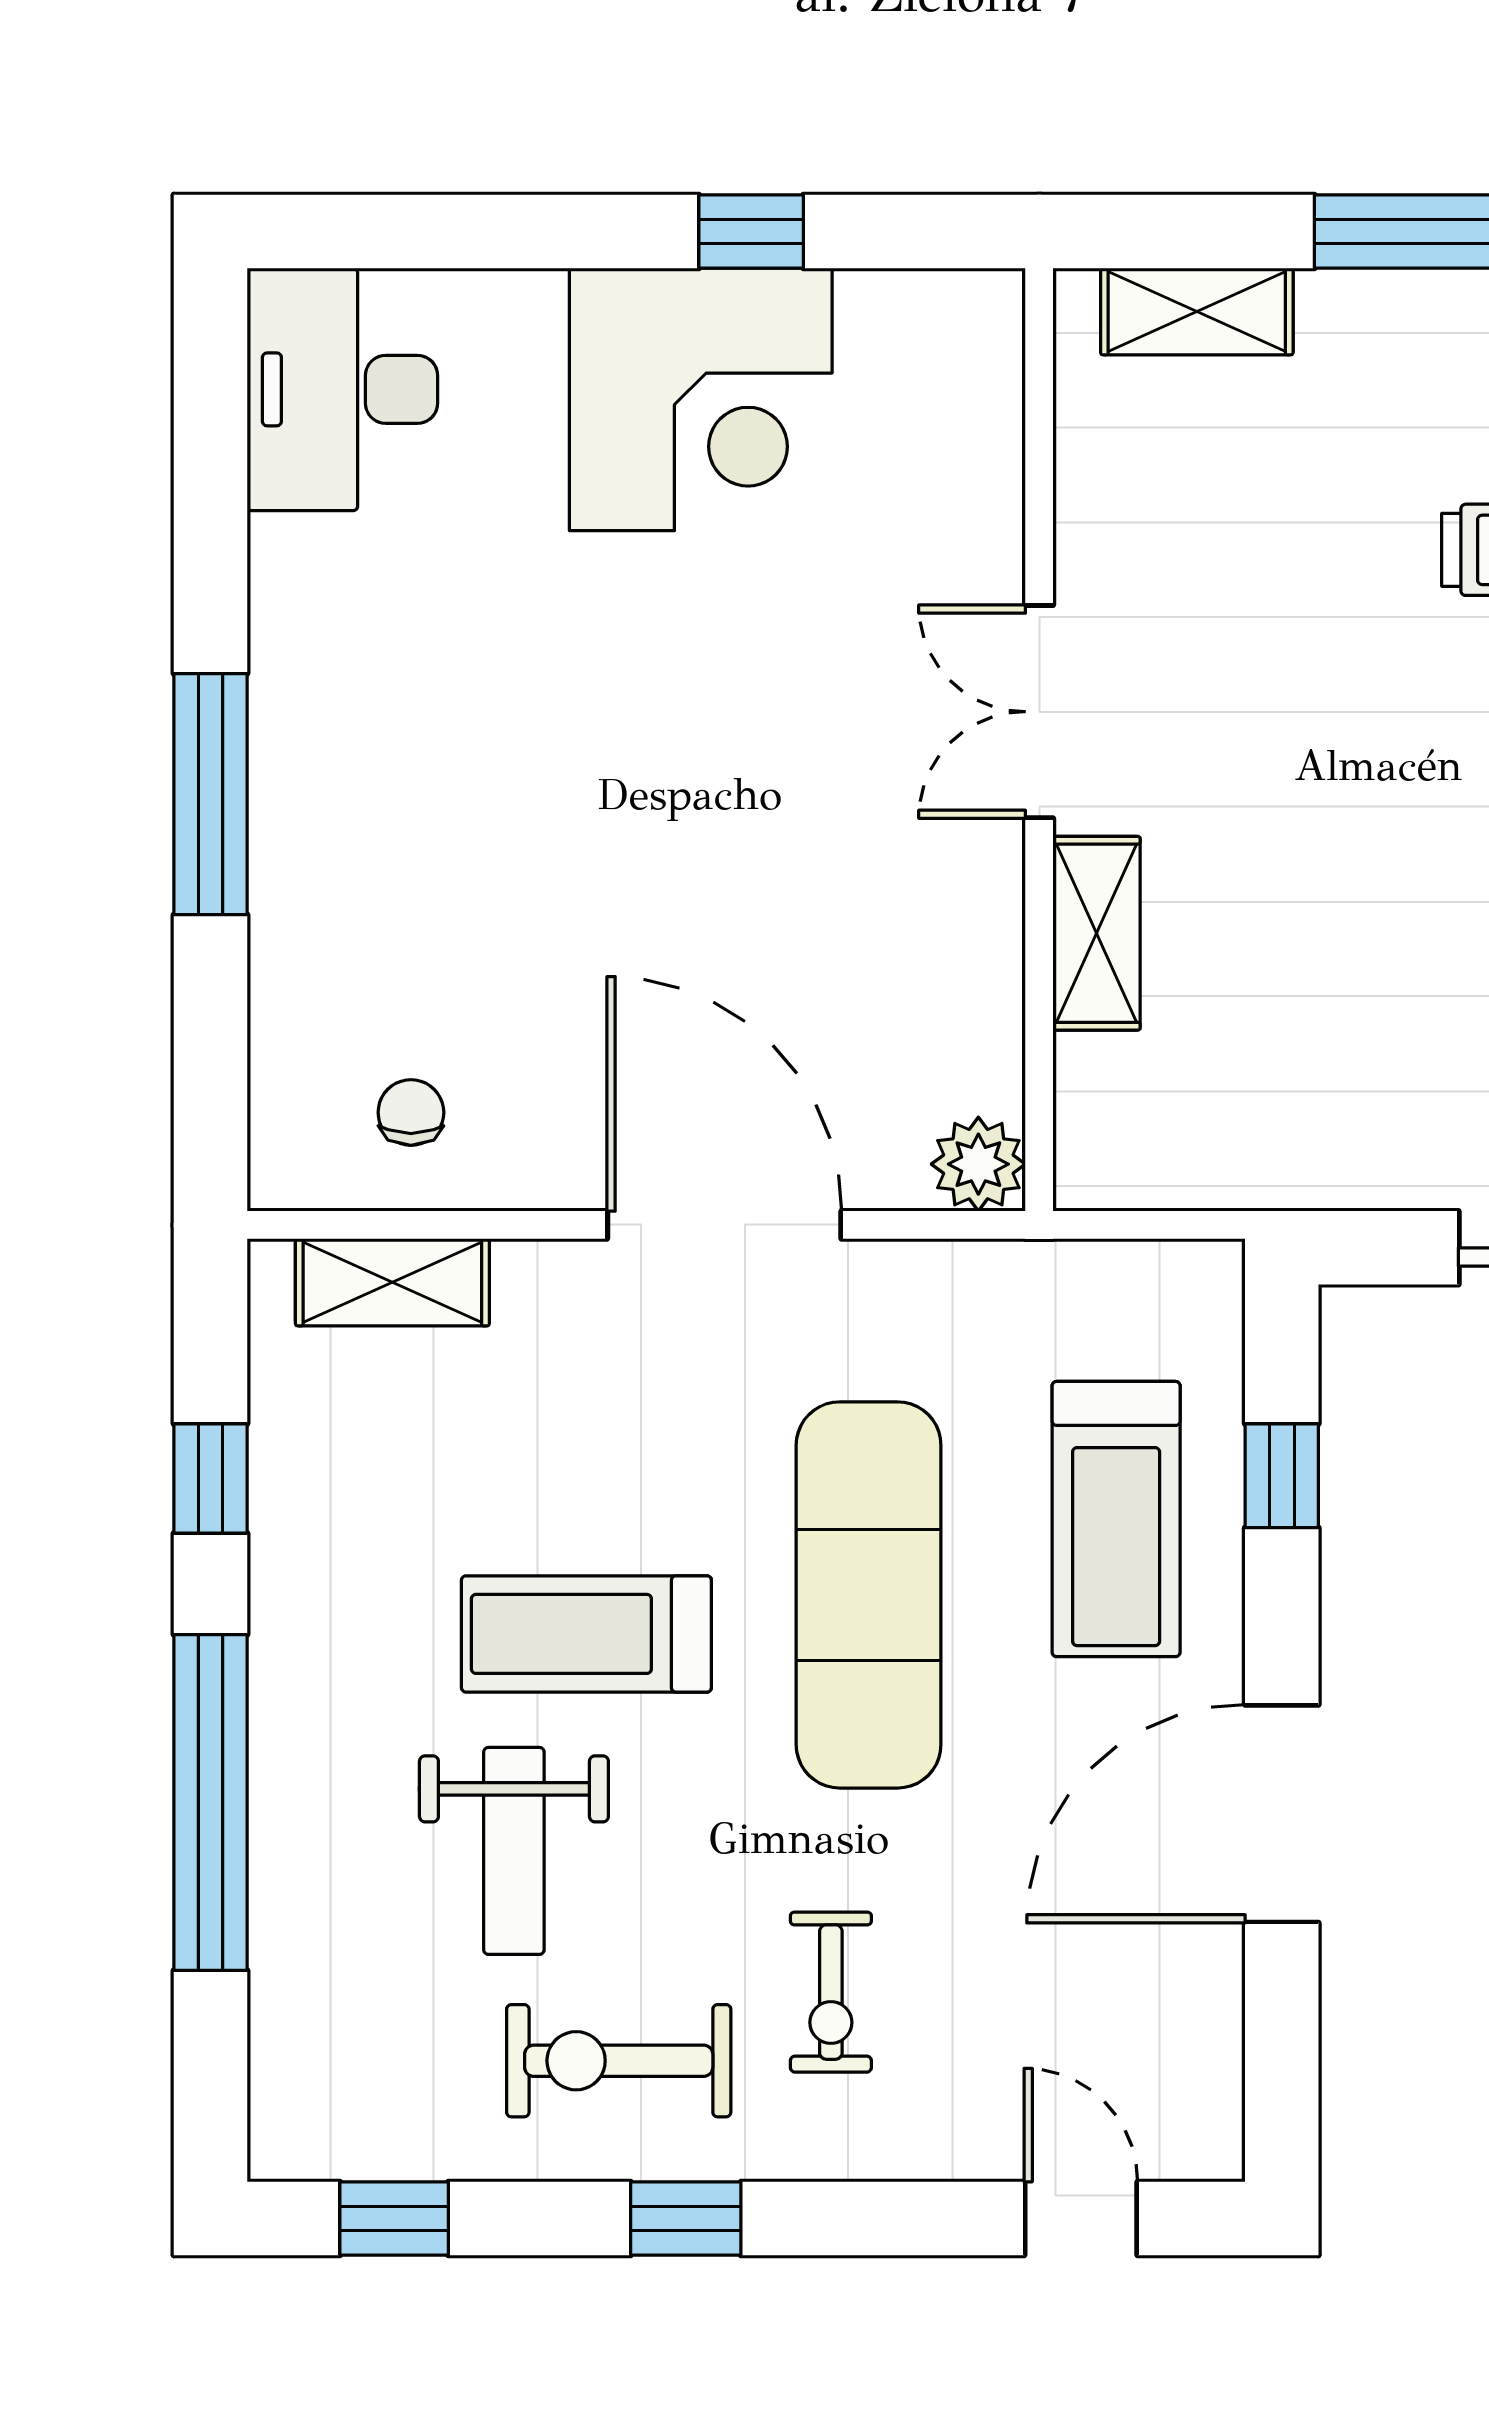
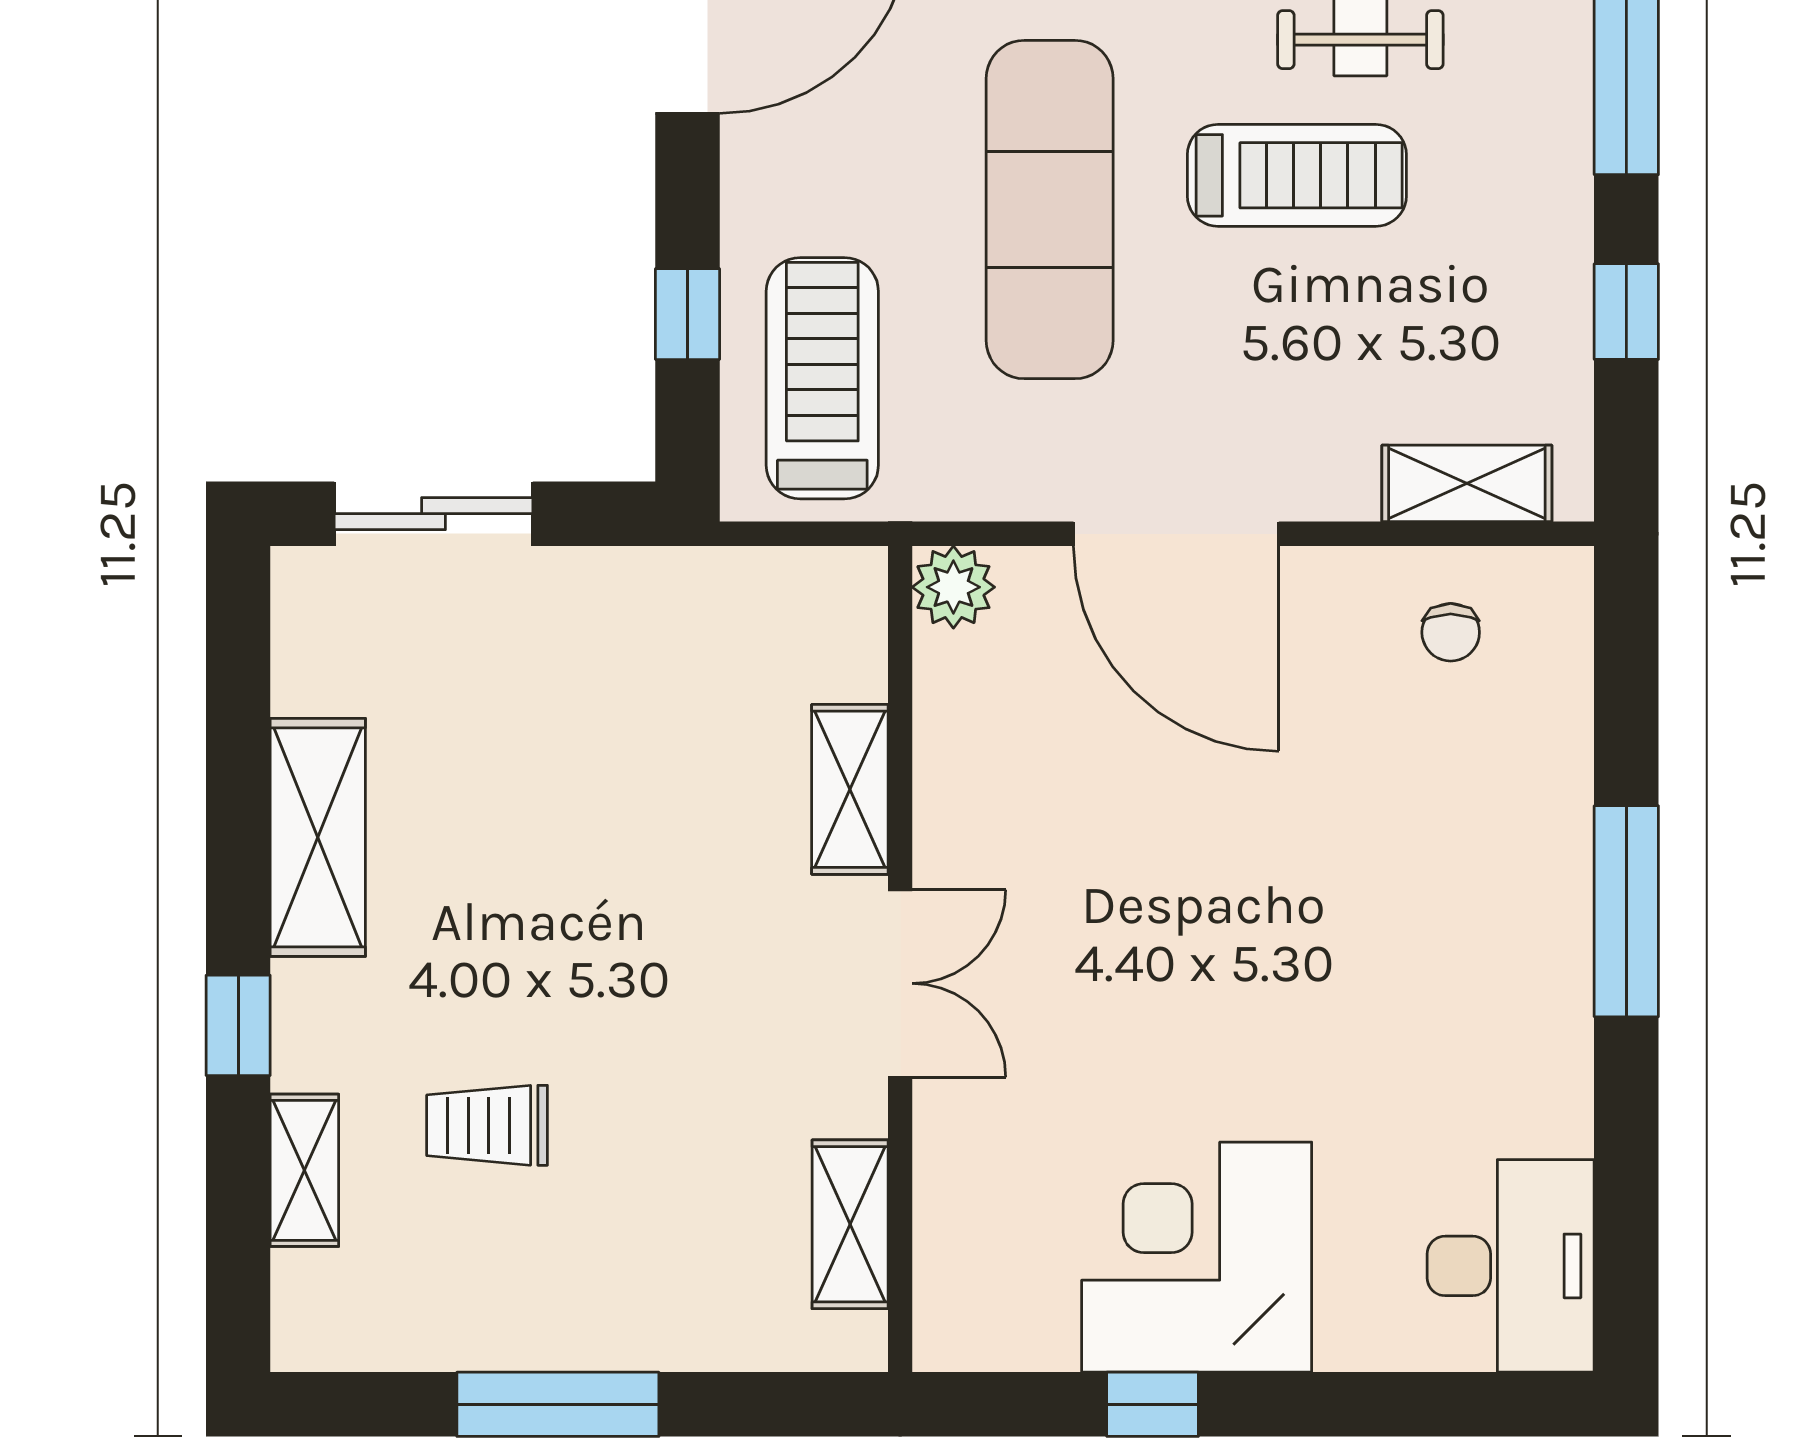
shelving: (1197, 311) -> (850, 1224), moved, turned 90
treadmill: (1116, 1519) -> (822, 378), moved

